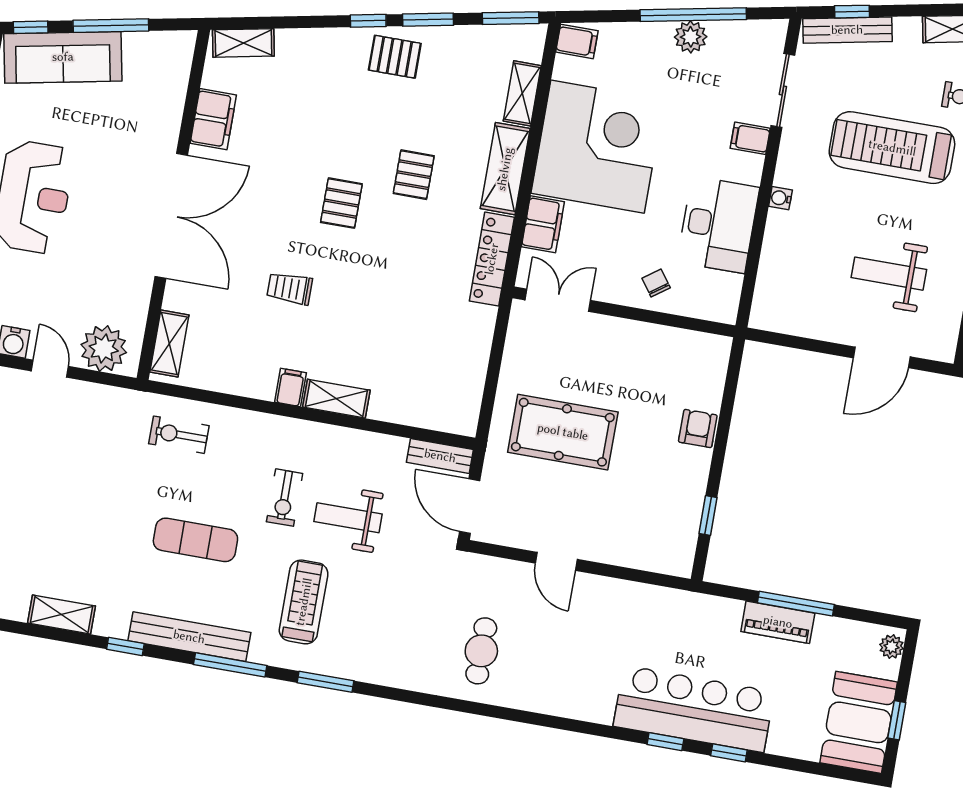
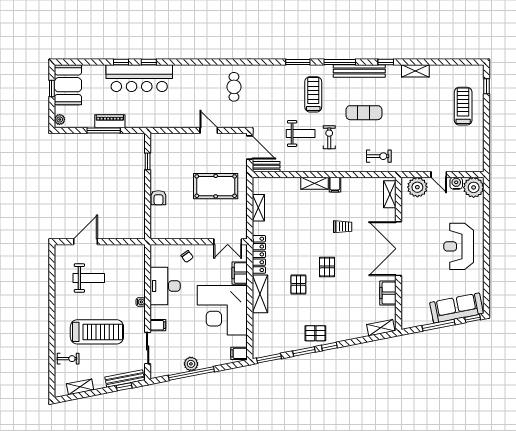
shelving: (522, 93) -> (258, 208), moved
treadmill: (304, 602) -> (313, 94), turned 180

